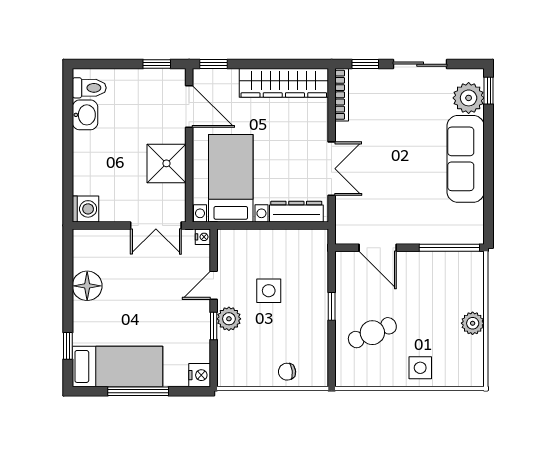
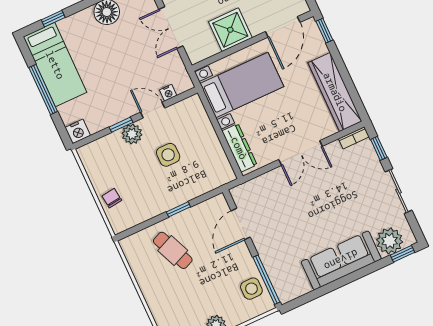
bookcase: (342, 95) -> (354, 138), width x0.64
double door: (332, 169) -> (301, 153), moved
double door: (156, 225) -> (171, 28), moved
nightstand: (203, 237) -> (168, 93), moved
side table: (420, 368) -> (251, 289), moved

